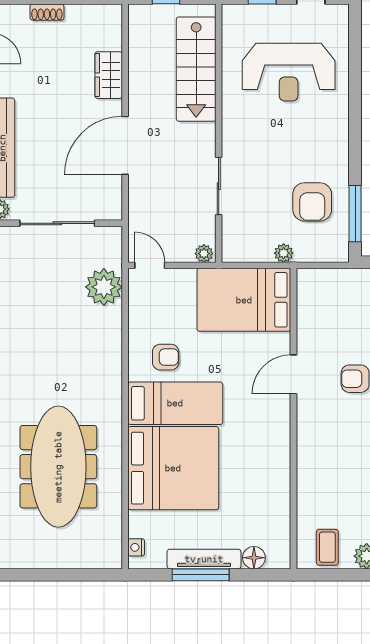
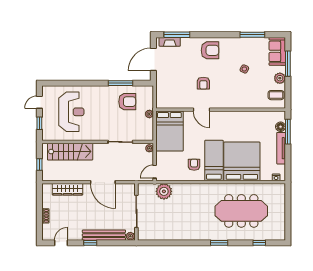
wardrobe: (109, 75) -> (68, 189), width x1.50
window: (355, 214) -> (120, 83), moved
window: (201, 575) -> (288, 132), moved

